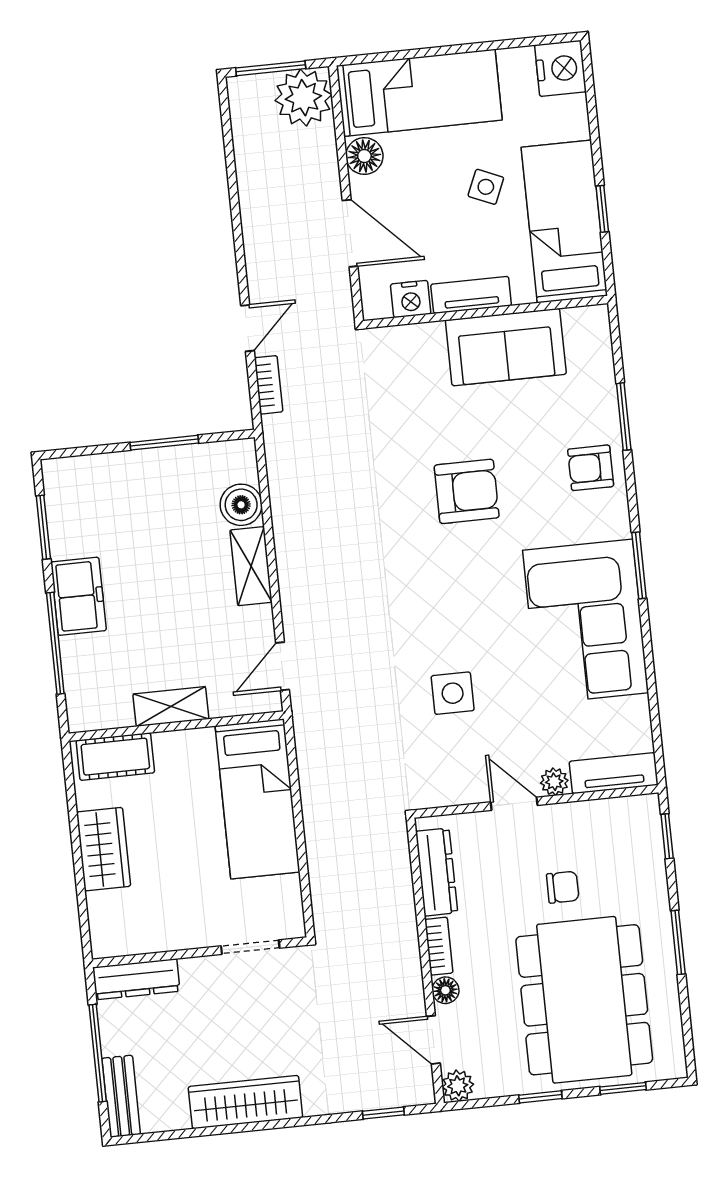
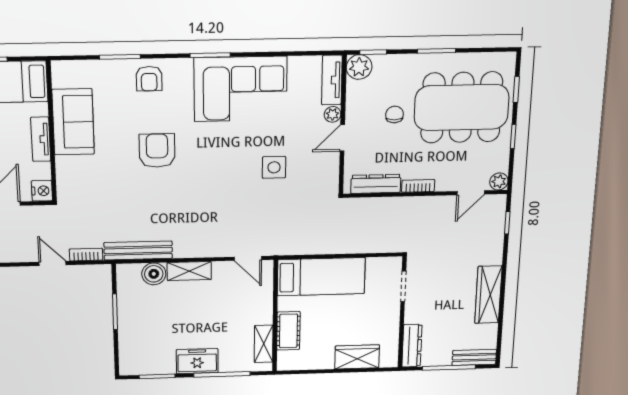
nightstand: (411, 299) -> (42, 191), moved
bench: (283, 474) -> (138, 250), added
shelving: (171, 706) -> (264, 344), moved
cot: (115, 757) -> (288, 331), moved
plant: (640, 816) -> (359, 67), added
wardrobe: (104, 849) -> (357, 357), moved
floor lamp: (445, 990) -> (444, 184), removed

